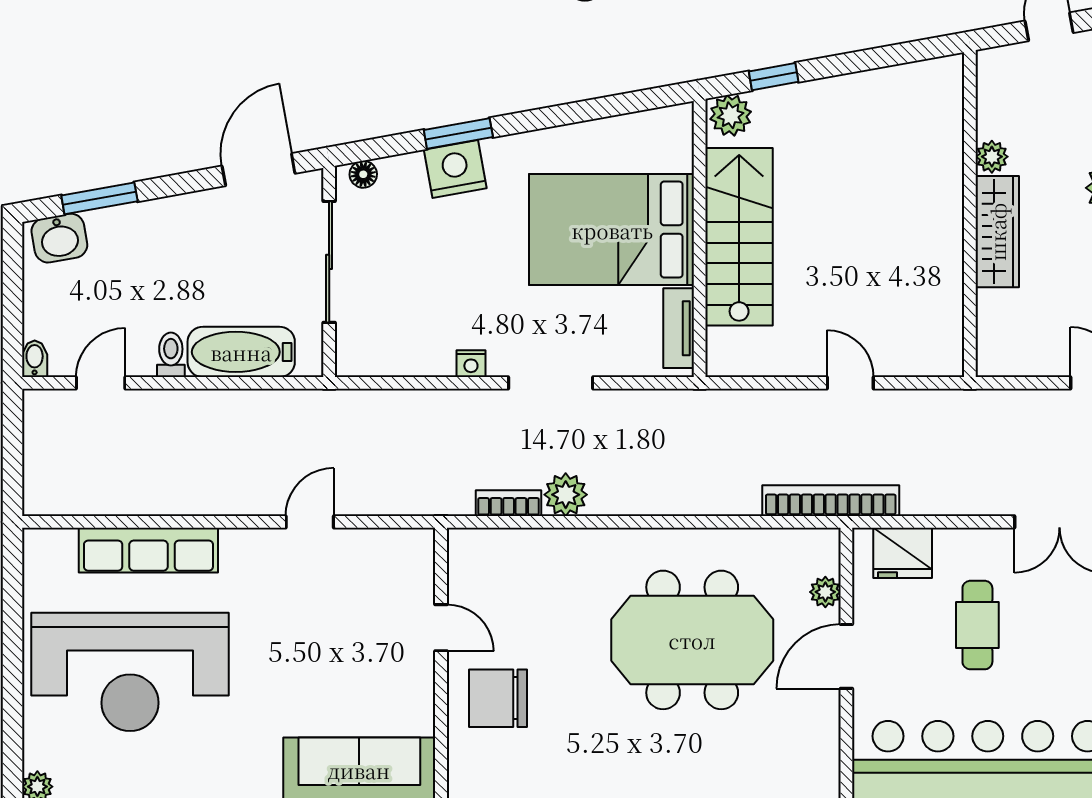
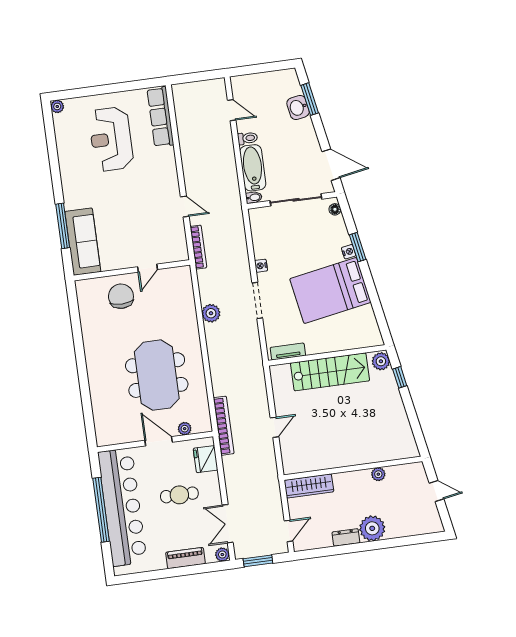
nightstand: (455, 169) -> (349, 252), width x0.53, depth x0.56
bed: (612, 230) -> (330, 290), moved, turned -100
wardrobe: (997, 232) -> (309, 486), moved
washbasin: (59, 238) -> (298, 107), moved
bidet: (35, 359) -> (254, 197), moved
bookcase: (509, 503) -> (198, 247), moved, width x1.56
row of seats: (148, 550) -> (160, 117), moved
reception desk: (130, 672) -> (111, 139), width x0.74, depth x0.77

